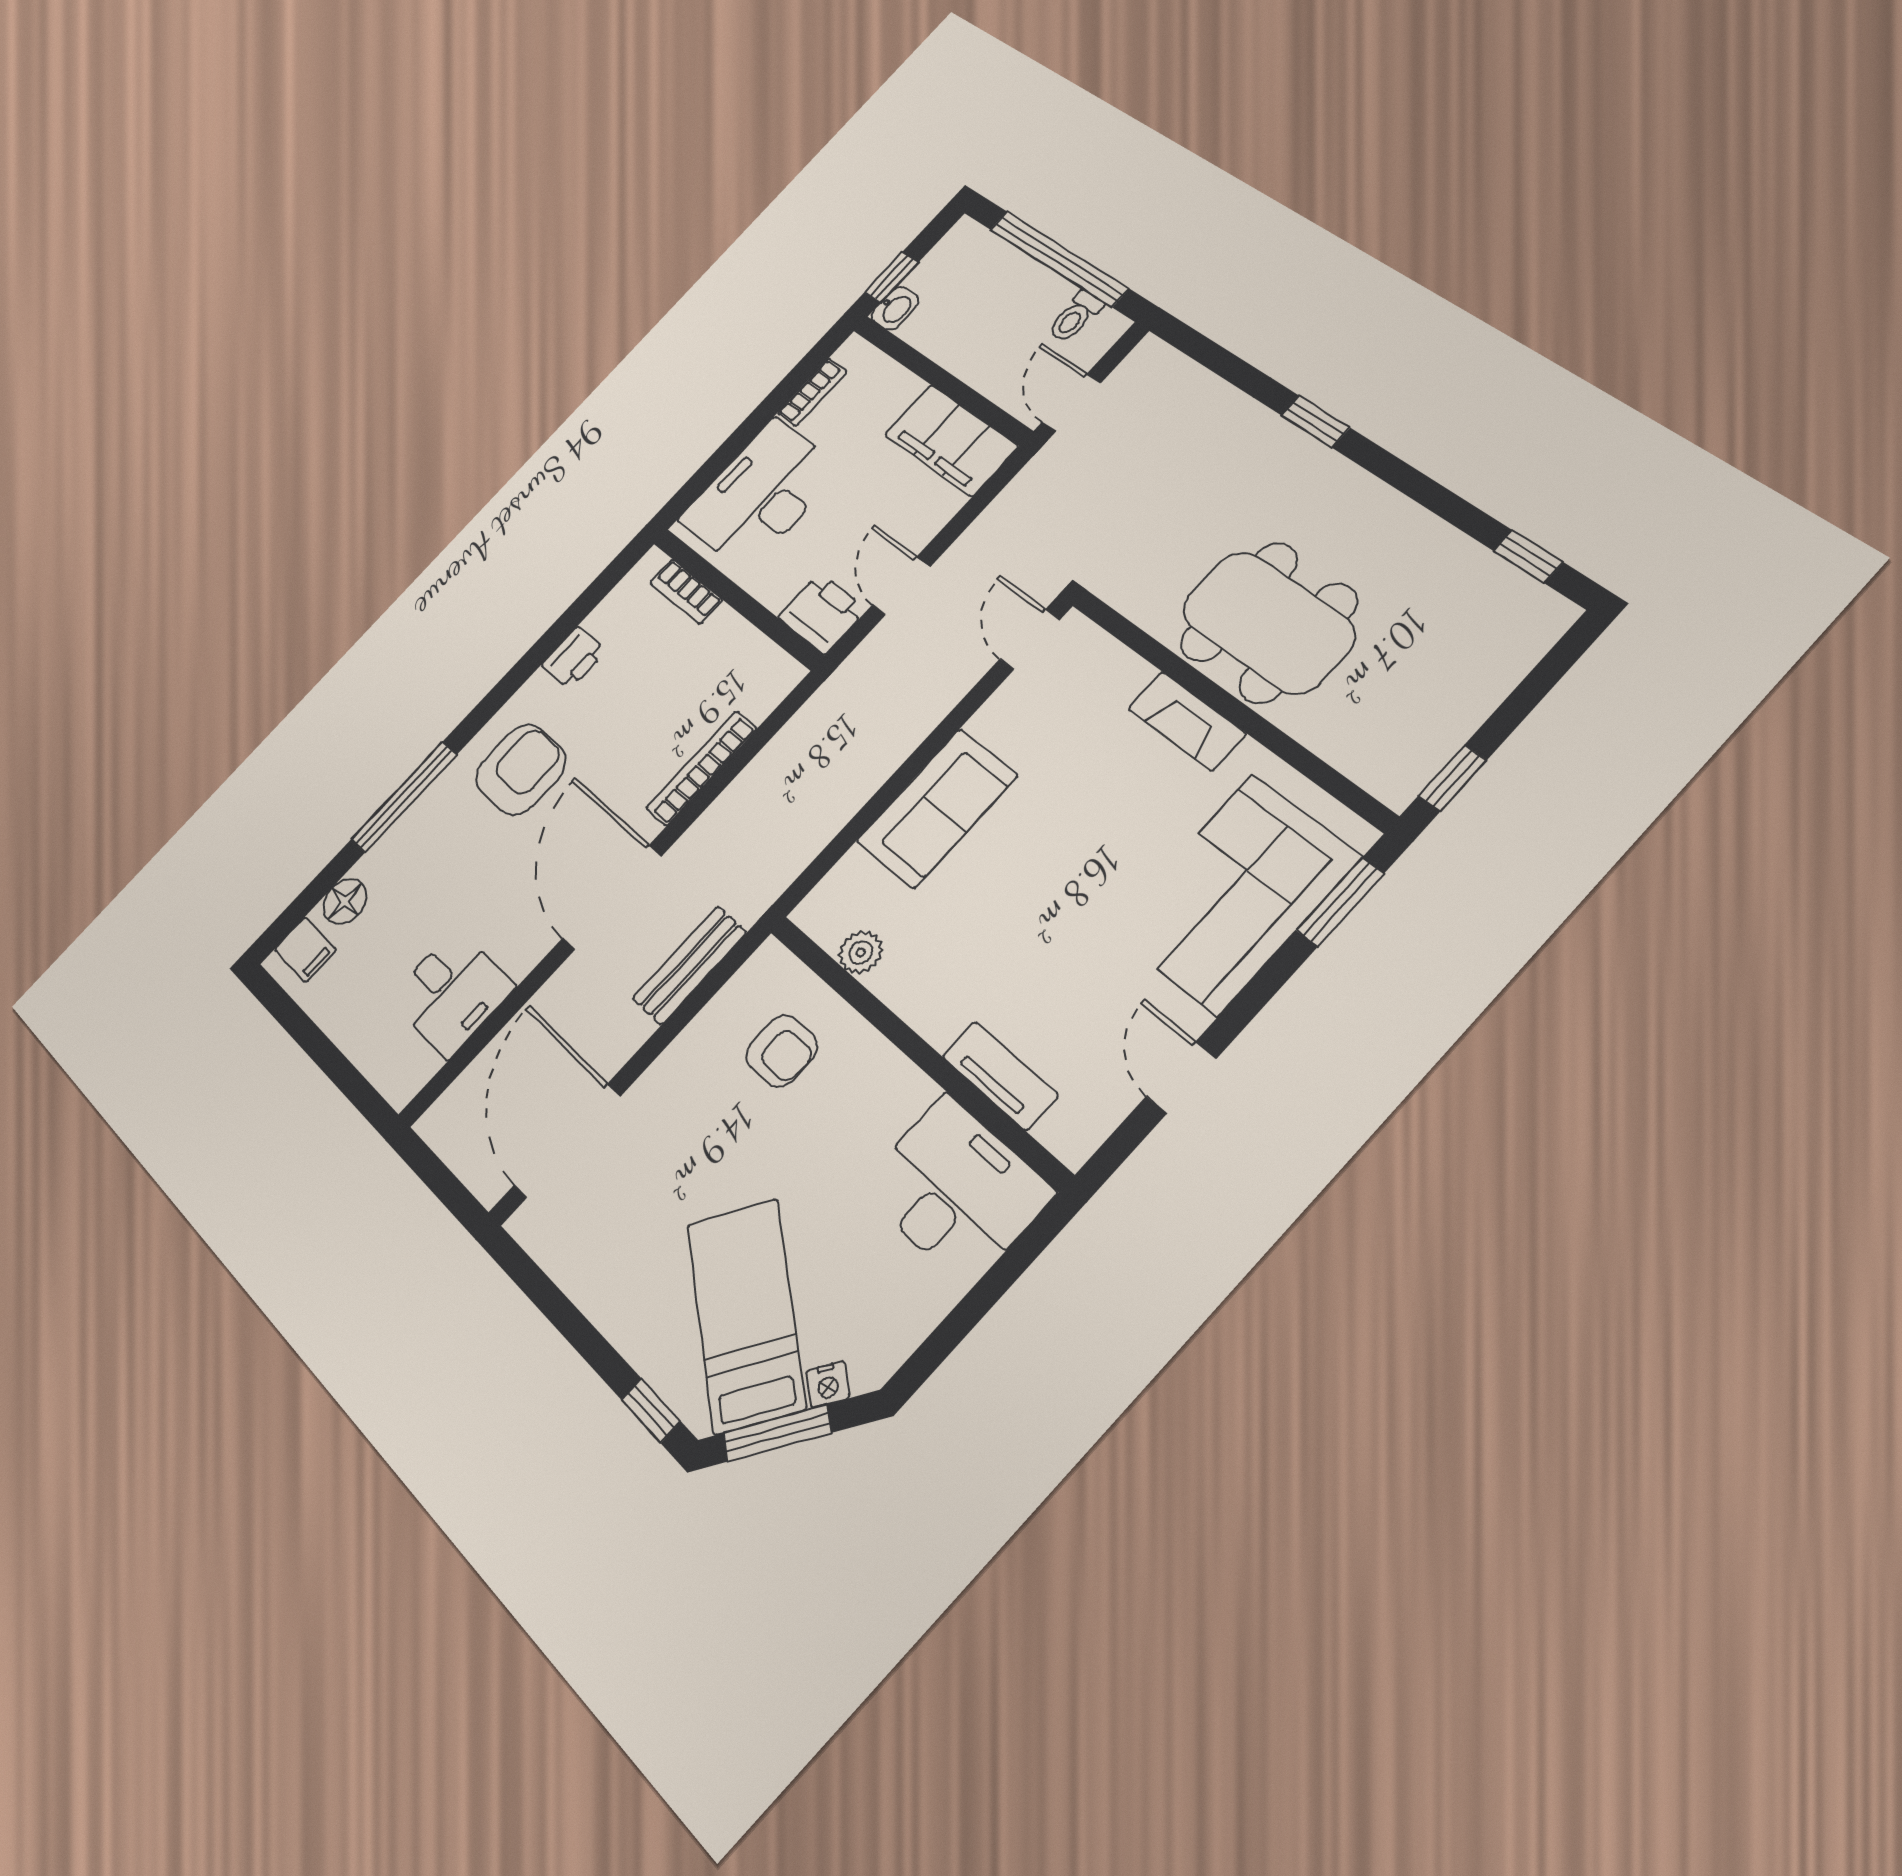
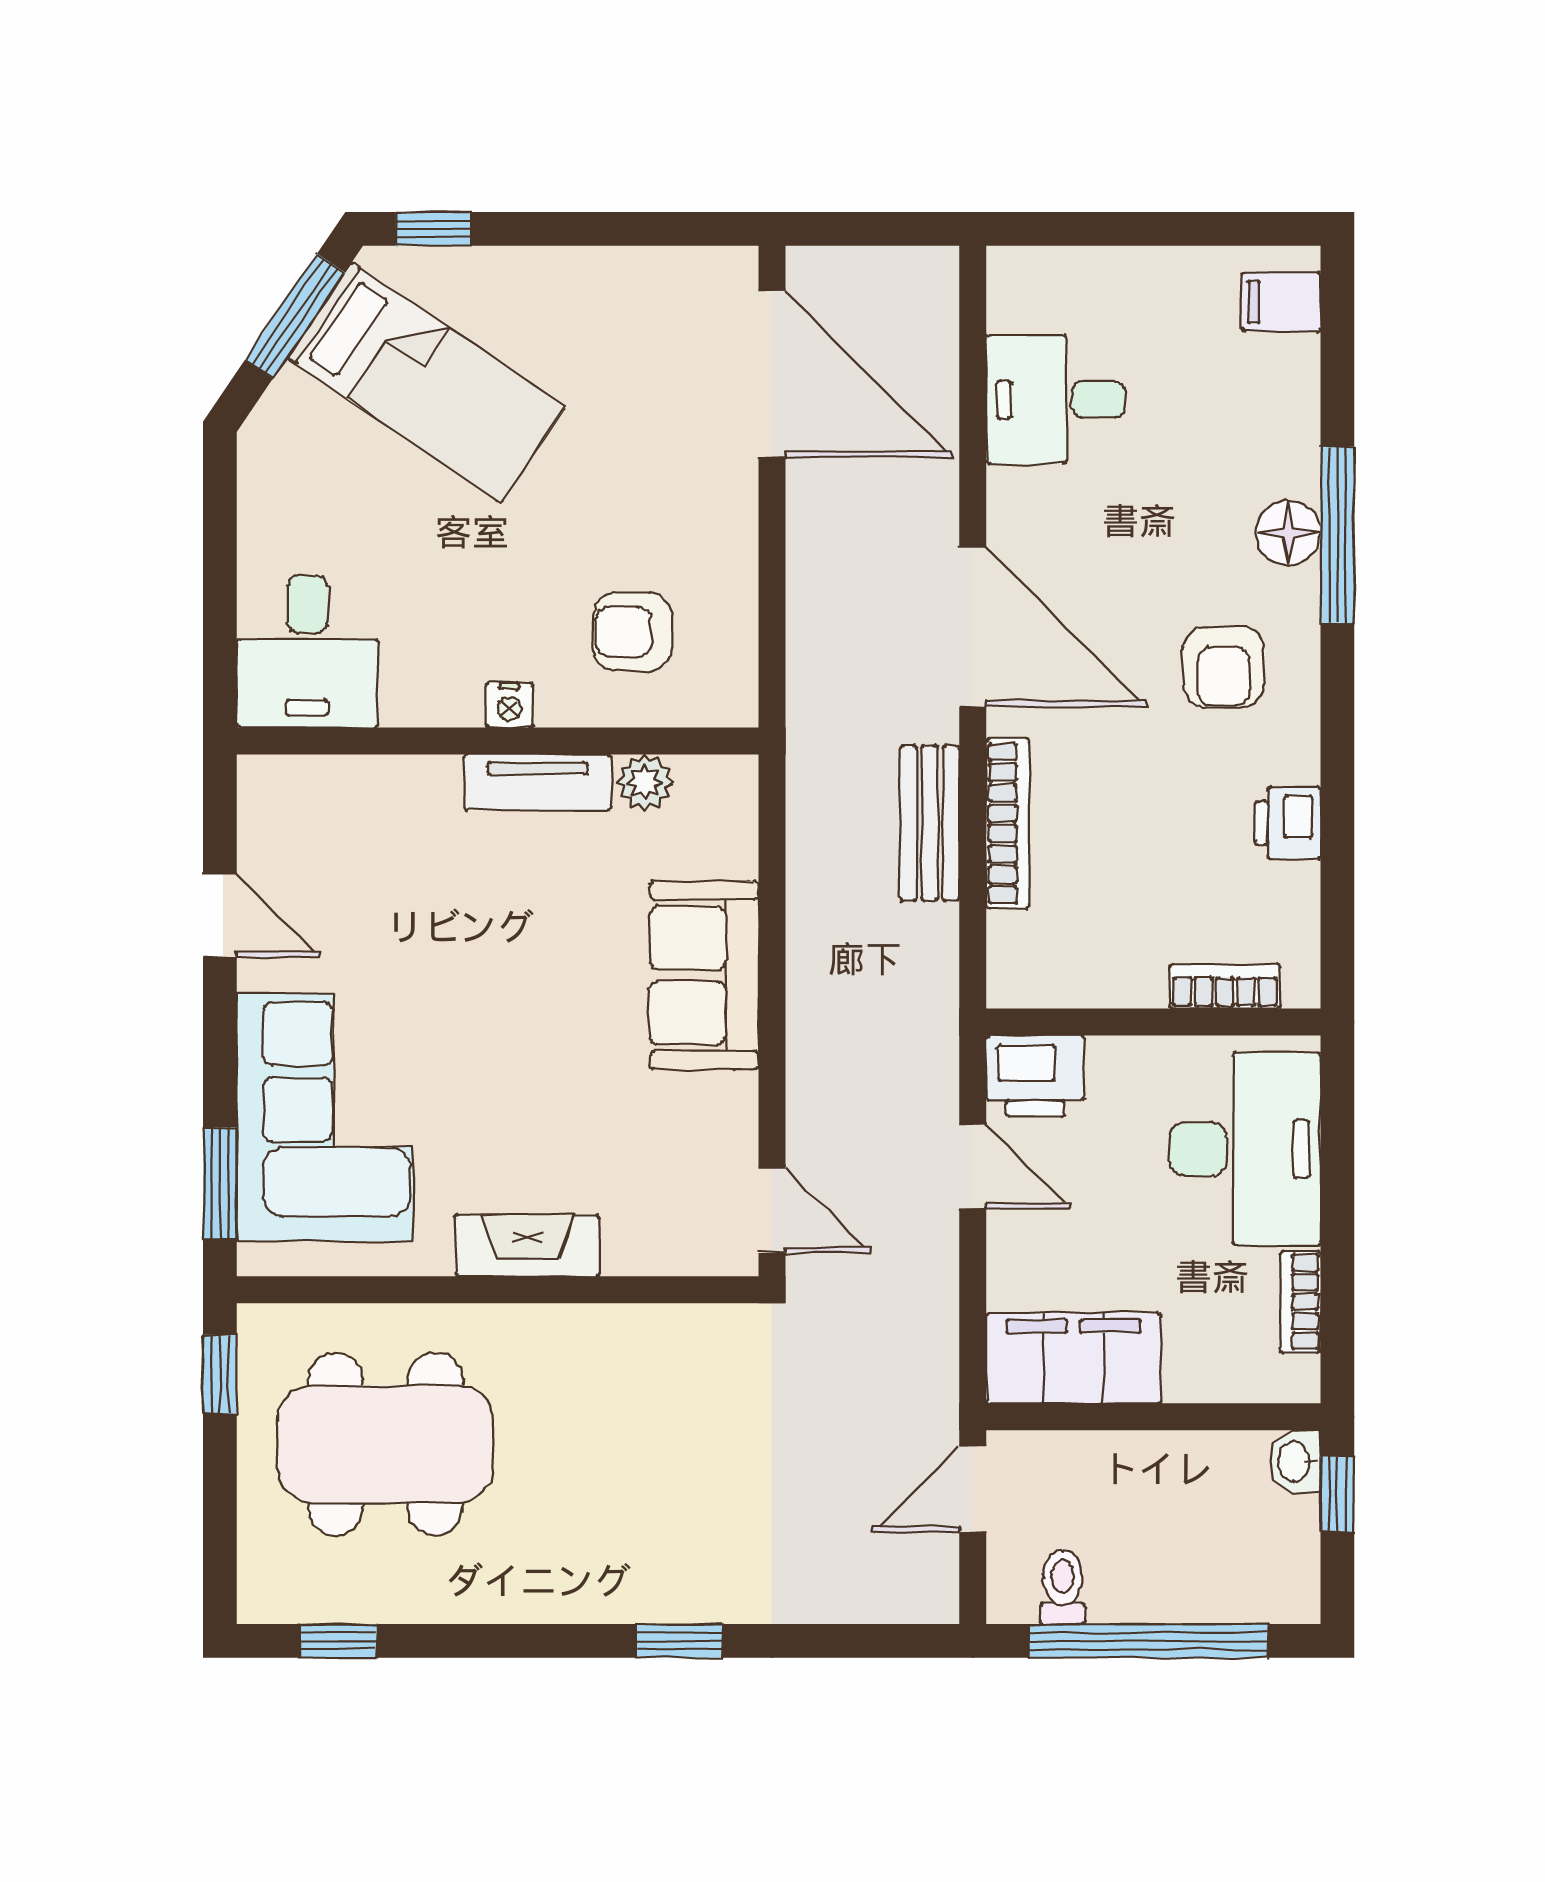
door: (1071, 403) -> (973, 1489), swing flipped
dining table: (1268, 623) -> (385, 1444), moved
armchair: (521, 769) -> (1223, 667), width x0.72, depth x0.72
floor lamp: (345, 901) -> (1288, 533), moved
bench: (689, 965) -> (930, 823), moved
tv unit: (1000, 1076) -> (538, 782), moved
desk: (956, 1191) -> (307, 651), width x0.73
nightstand: (828, 1384) -> (509, 705), moved, turned -124

